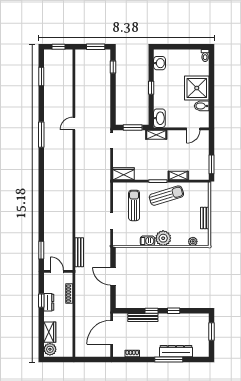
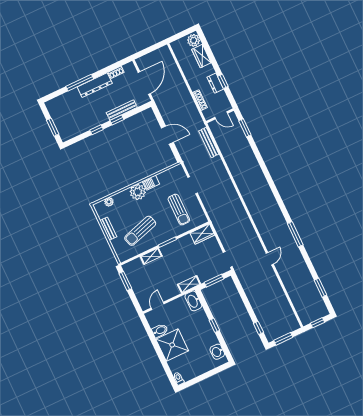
sun lounger: (166, 196) -> (140, 231), moved
dresser: (176, 351) -> (95, 85), moved

